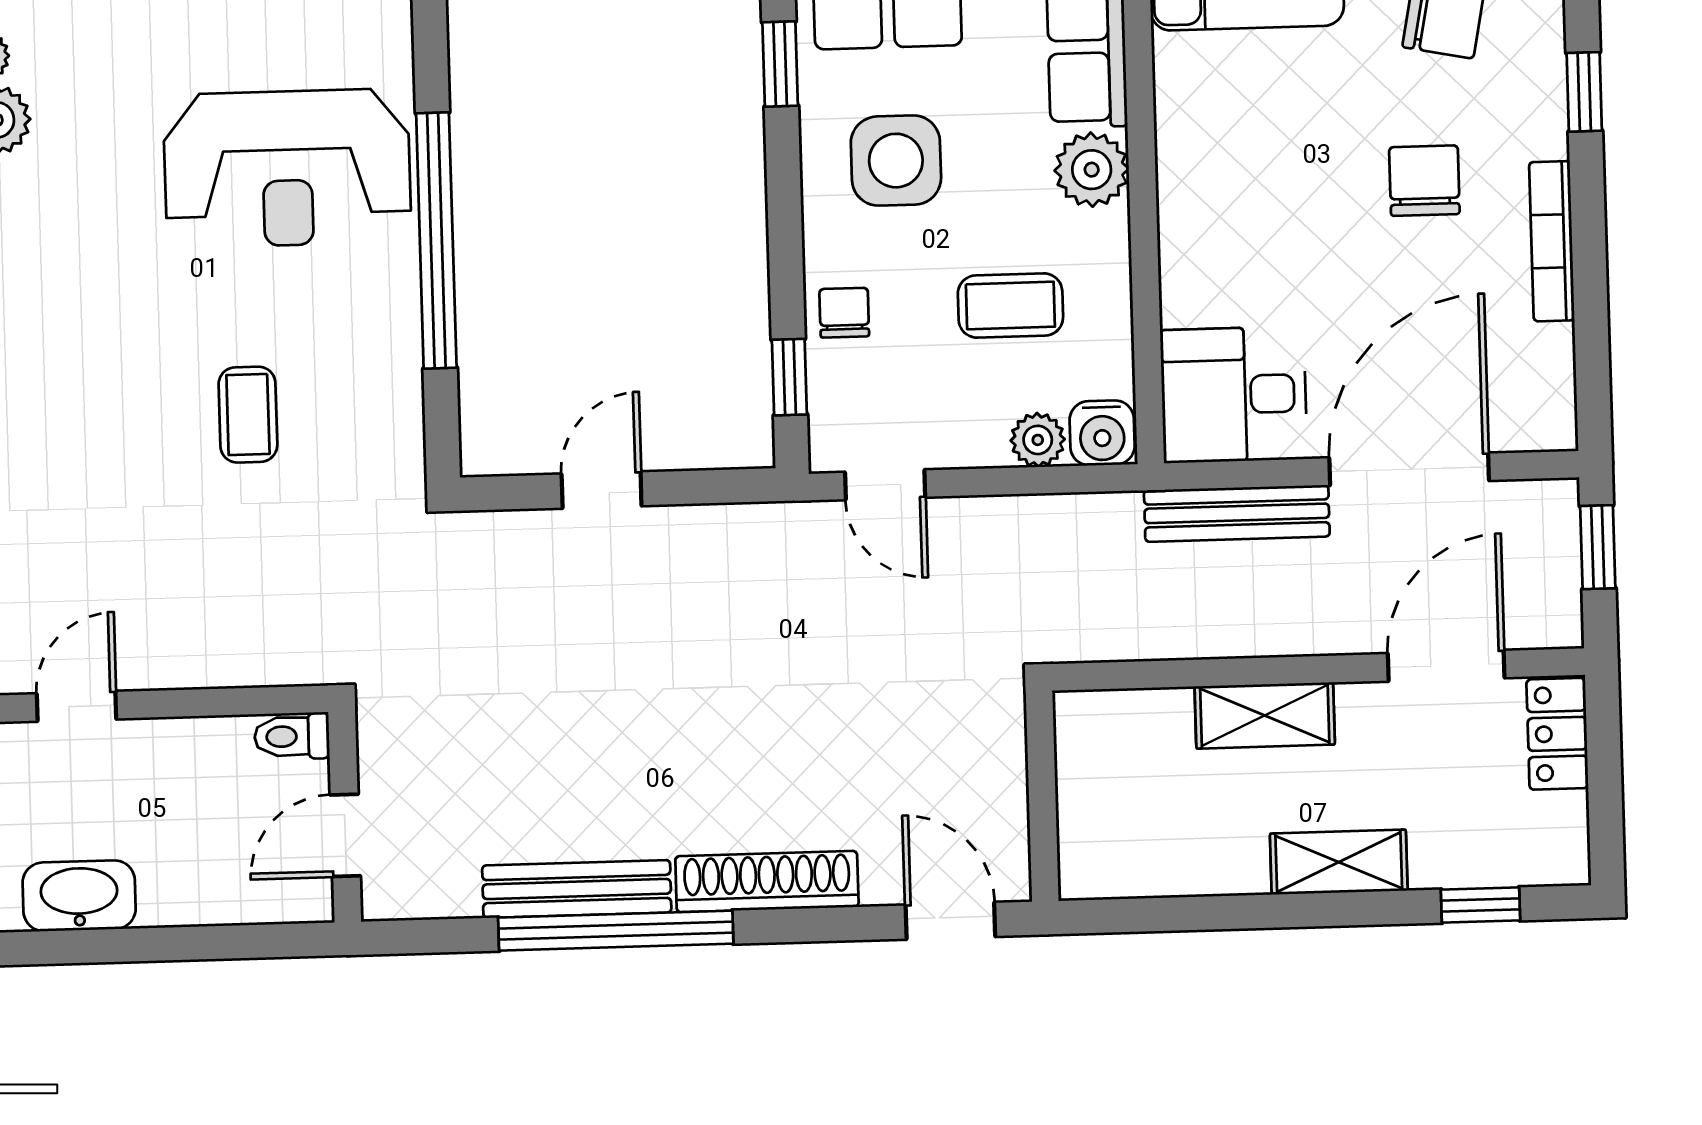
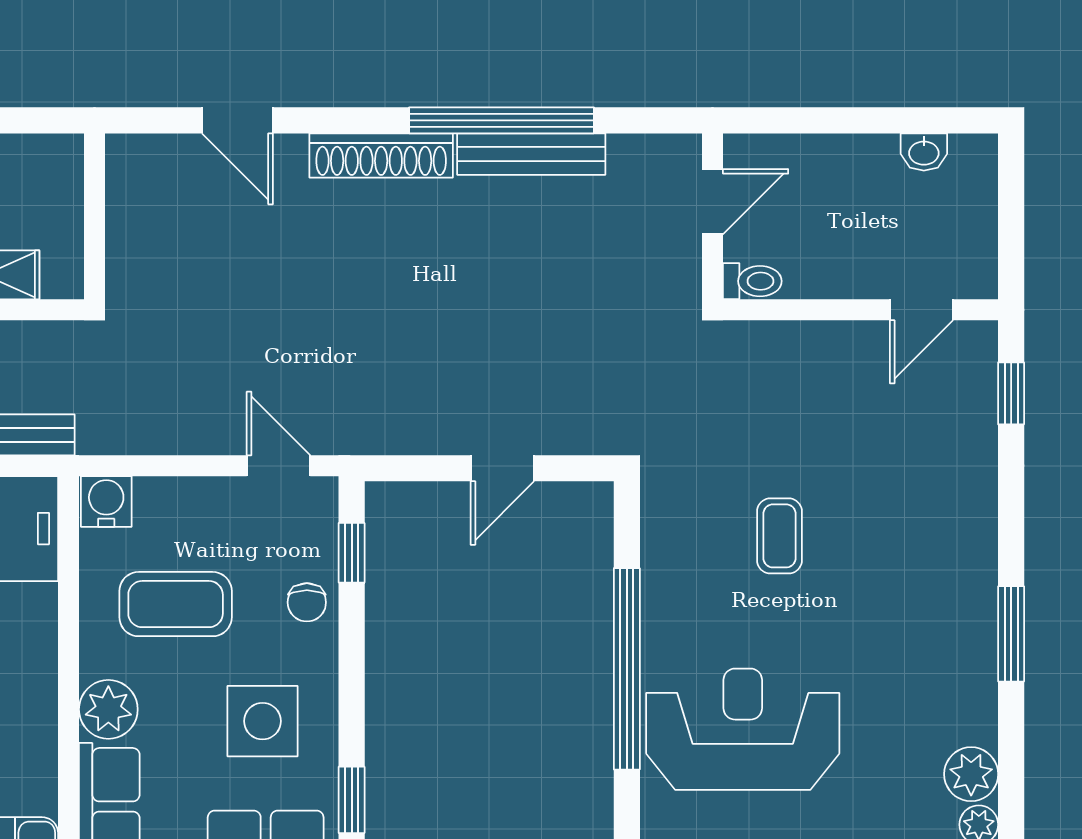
coffee table: (1010, 305) -> (176, 604), width x1.36, depth x1.30
plant: (1038, 440) -> (157, 497), removed
wall: (1042, 796) -> (95, 216), moved
washbasin: (79, 896) -> (924, 152), width x0.52, depth x0.69

